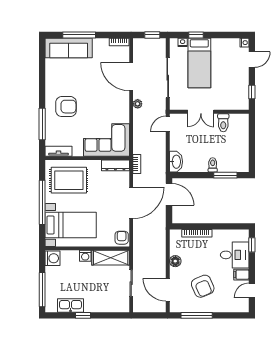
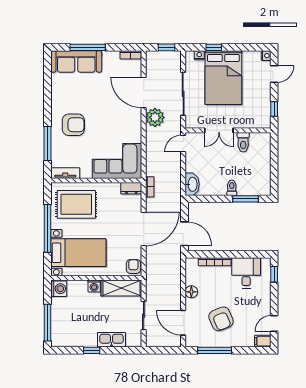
bed: (199, 63) -> (223, 78), width x1.50
plant: (138, 104) -> (155, 117), width x1.88, depth x1.88
dresser: (115, 165) -> (131, 188), width x0.70
door: (169, 194) -> (185, 234), moved
desk: (235, 255) -> (246, 273), moved, turned -90
filing cabinet: (241, 275) -> (263, 341), moved
kitchen sink: (71, 306) -> (111, 340), moved

